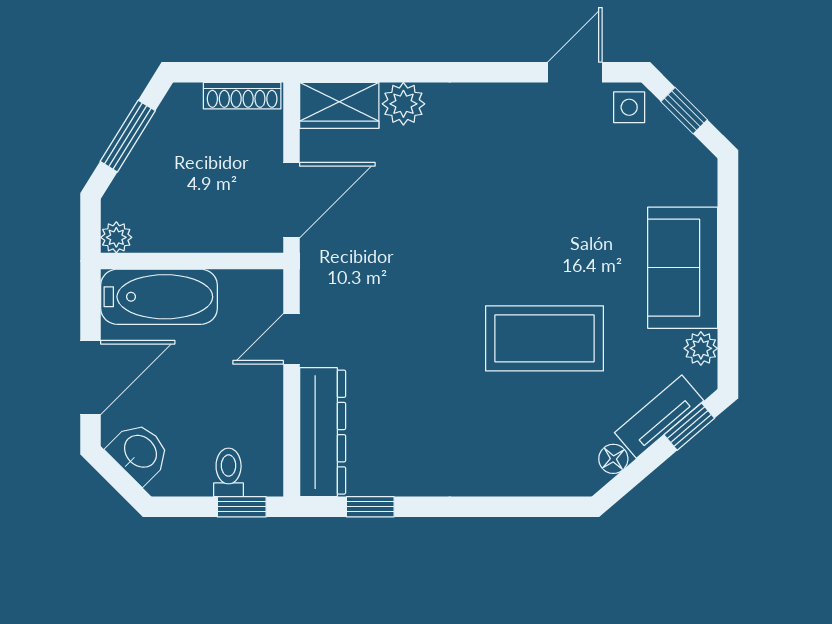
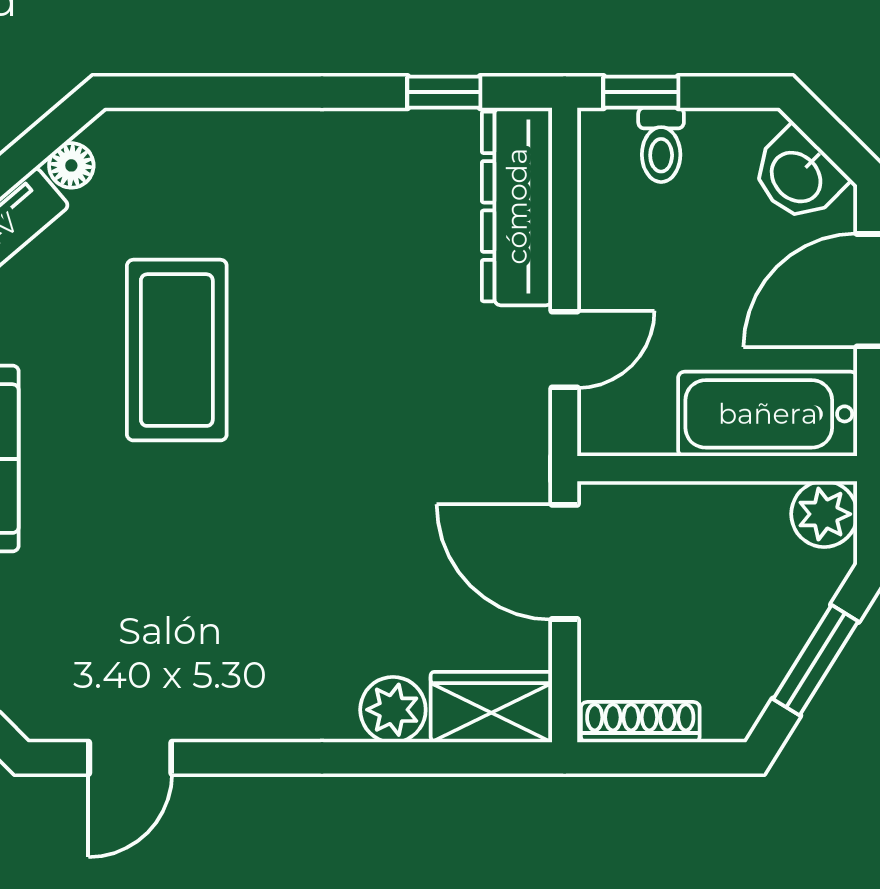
side table: (629, 107) -> (47, 704), removed
door: (291, 200) -> (565, 562), hinge flipped
plant: (116, 237) -> (824, 514), width x1.38, depth x1.38
coffee table: (544, 338) -> (177, 350), turned 90

